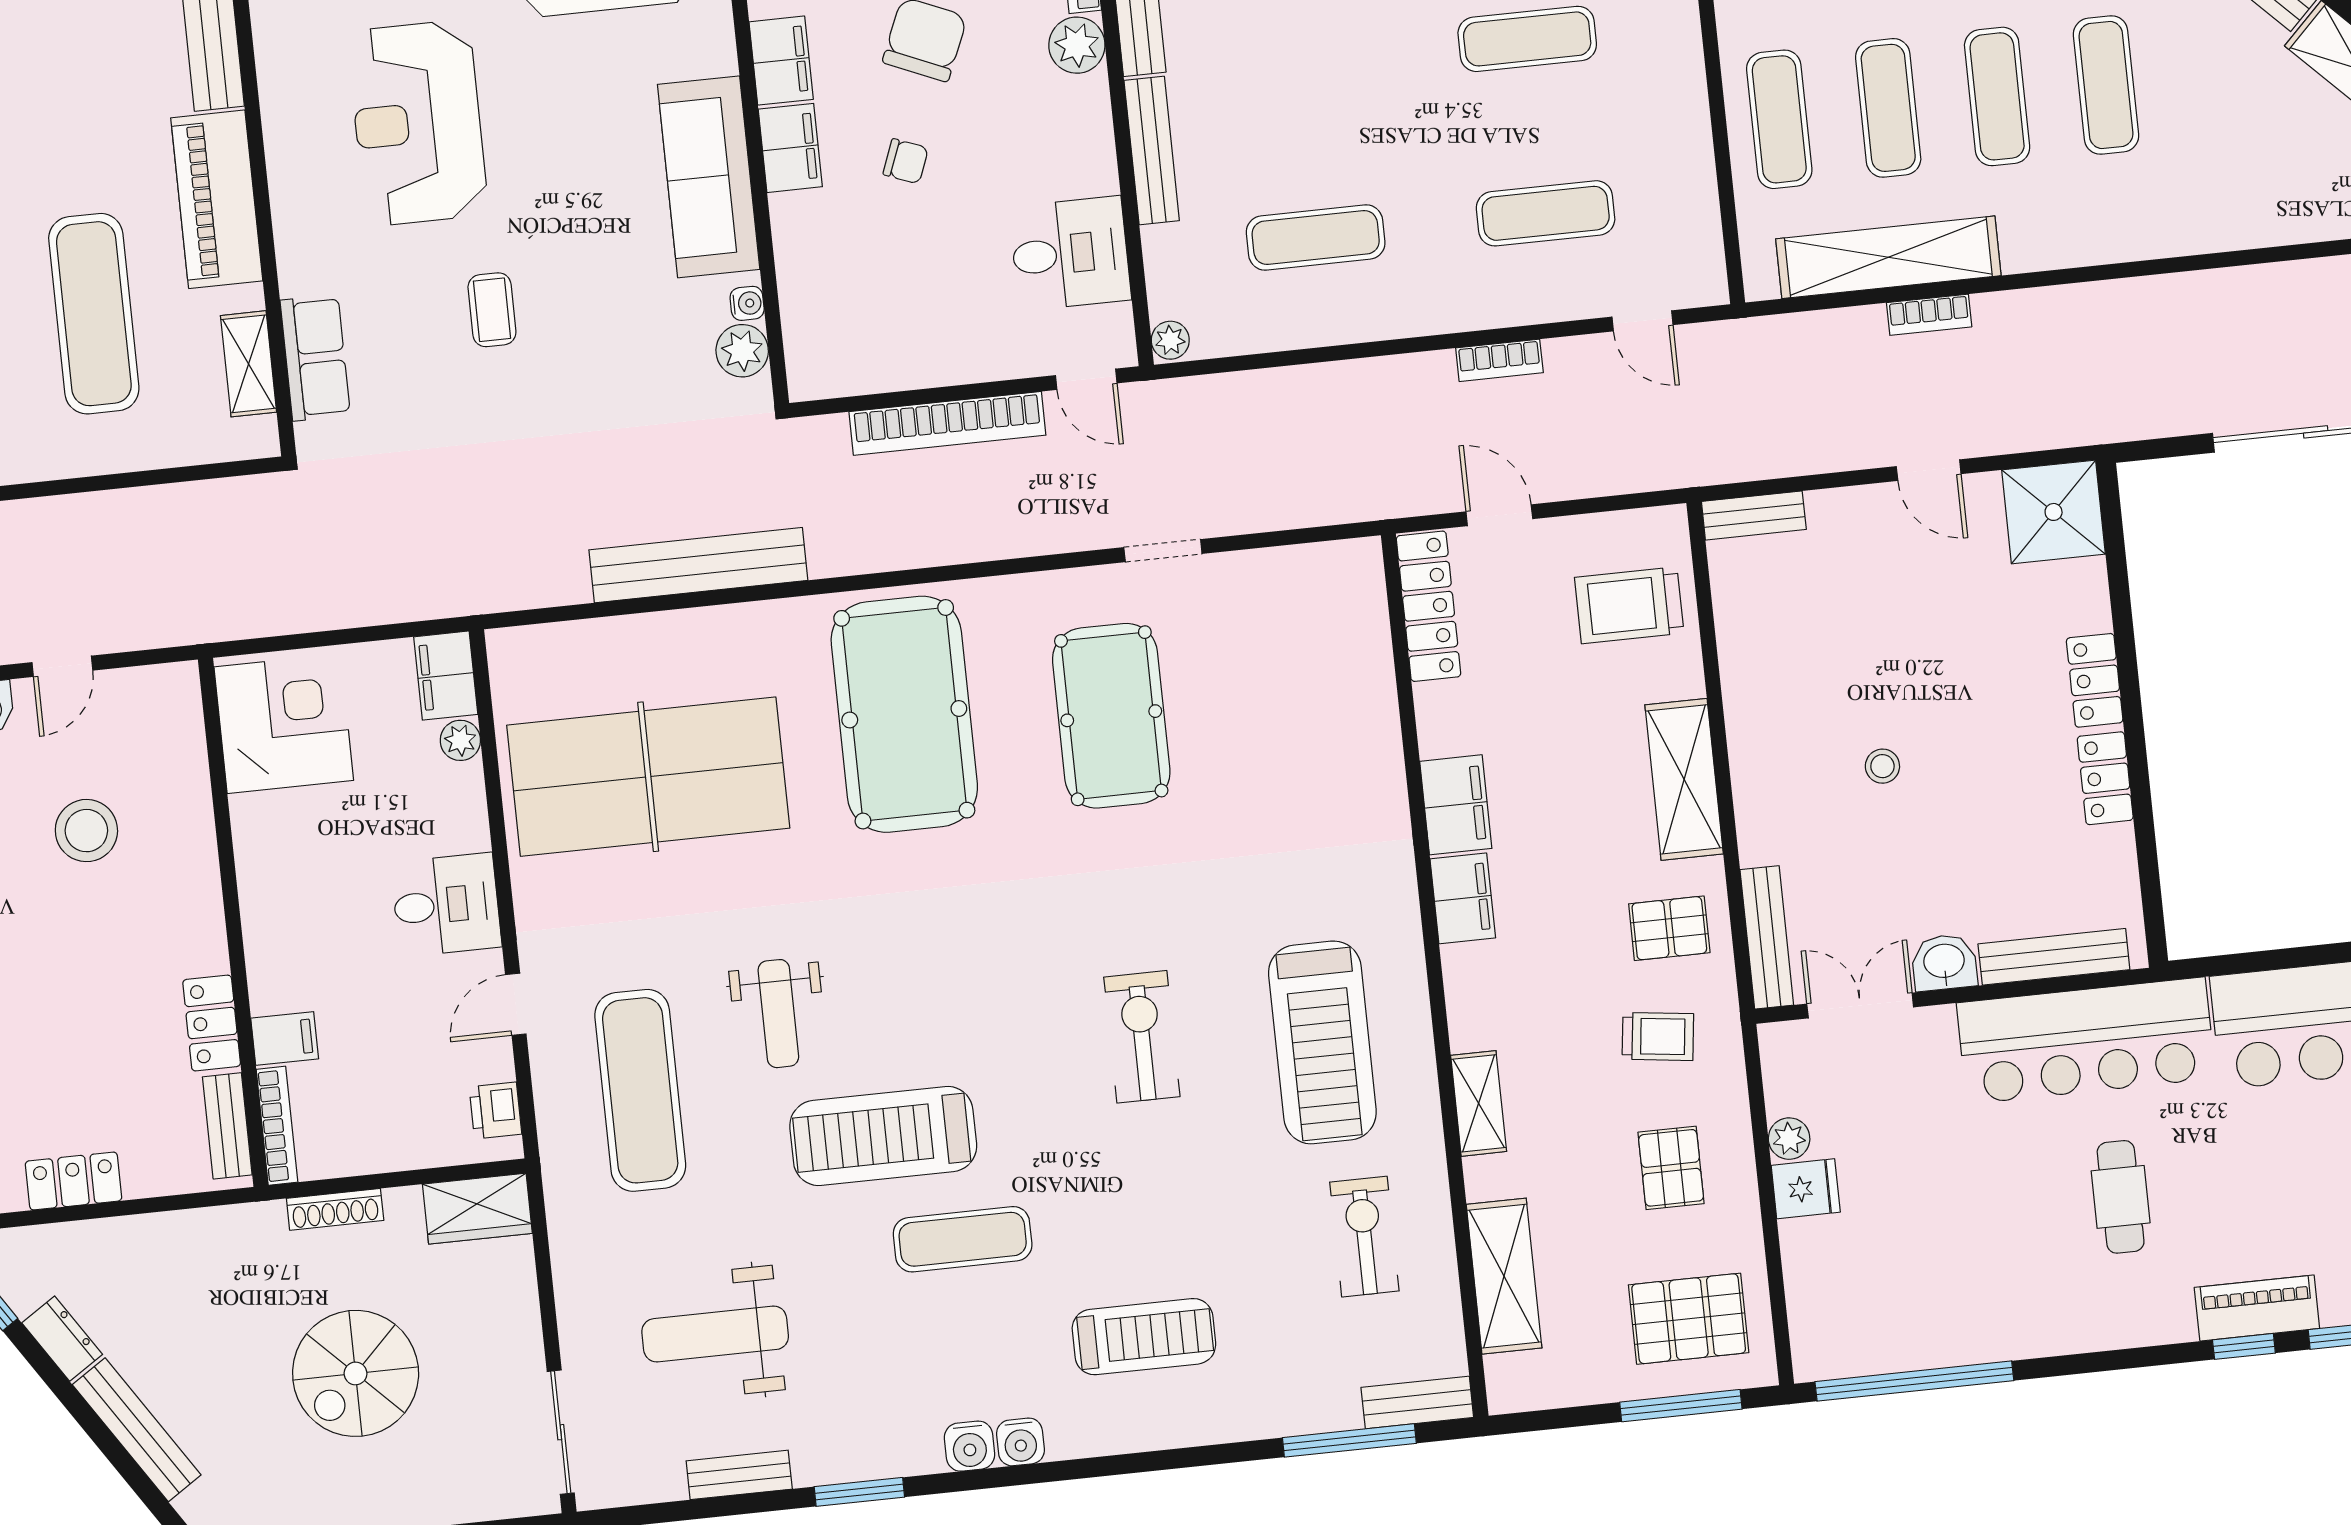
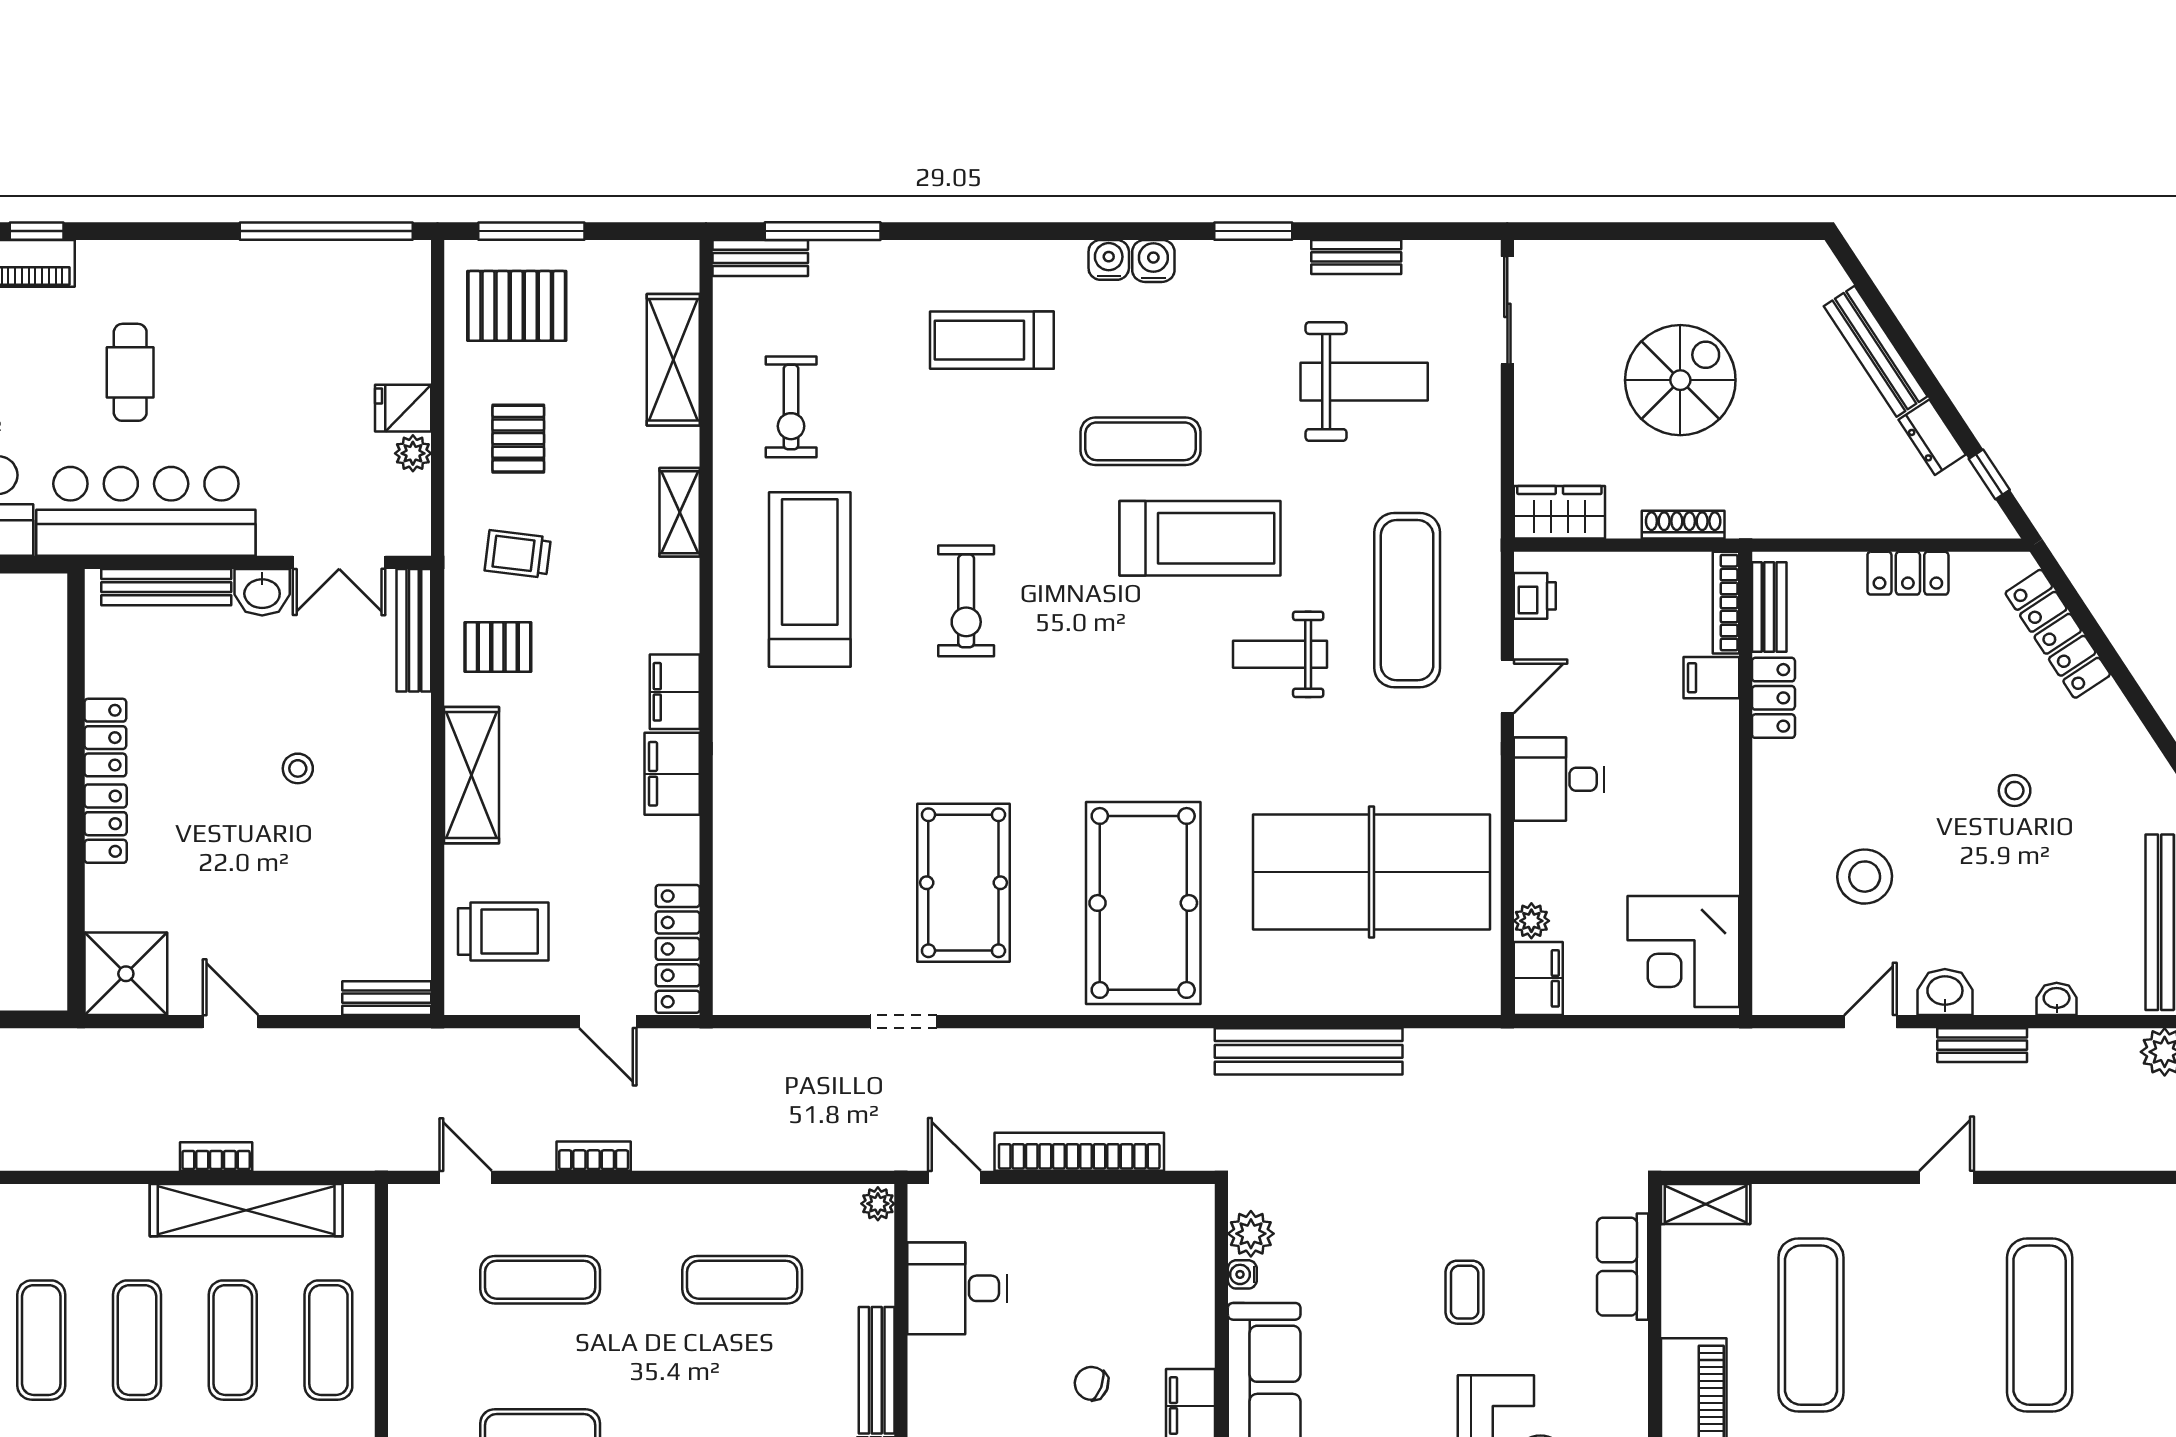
shelving: (249, 364) -> (1706, 1204), moved, turned 90
weight bench: (778, 1014) -> (1280, 654), turned -90

